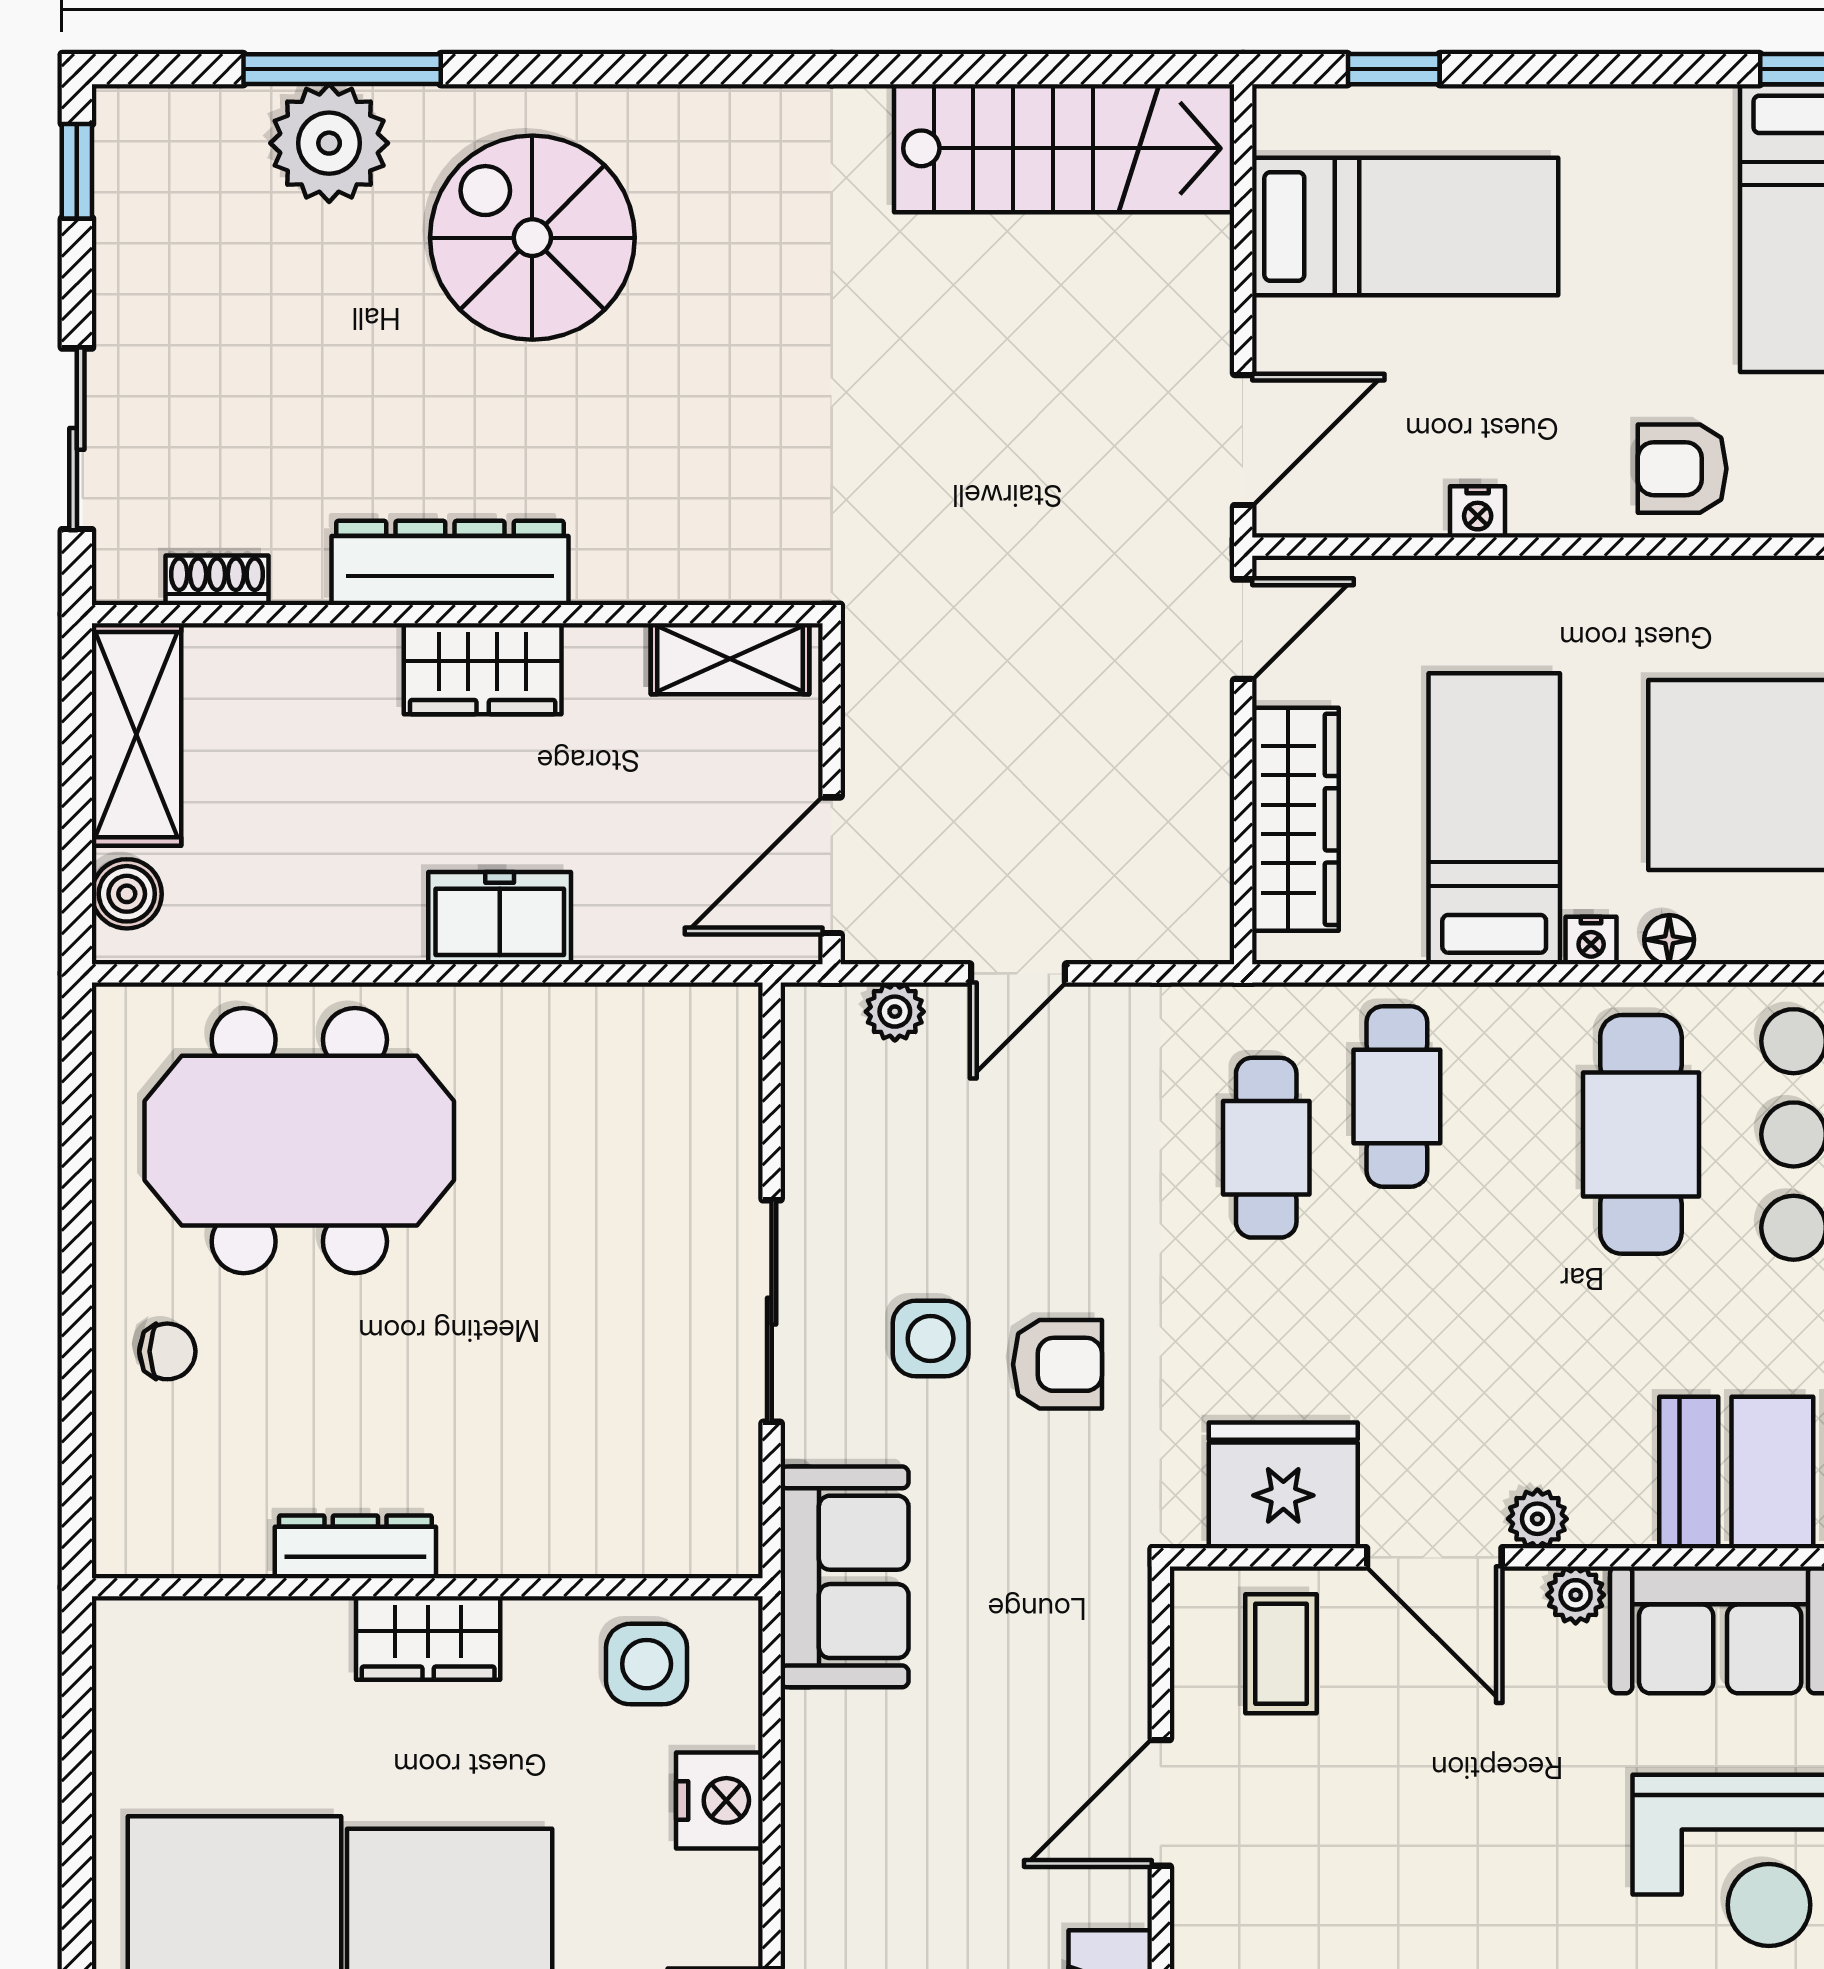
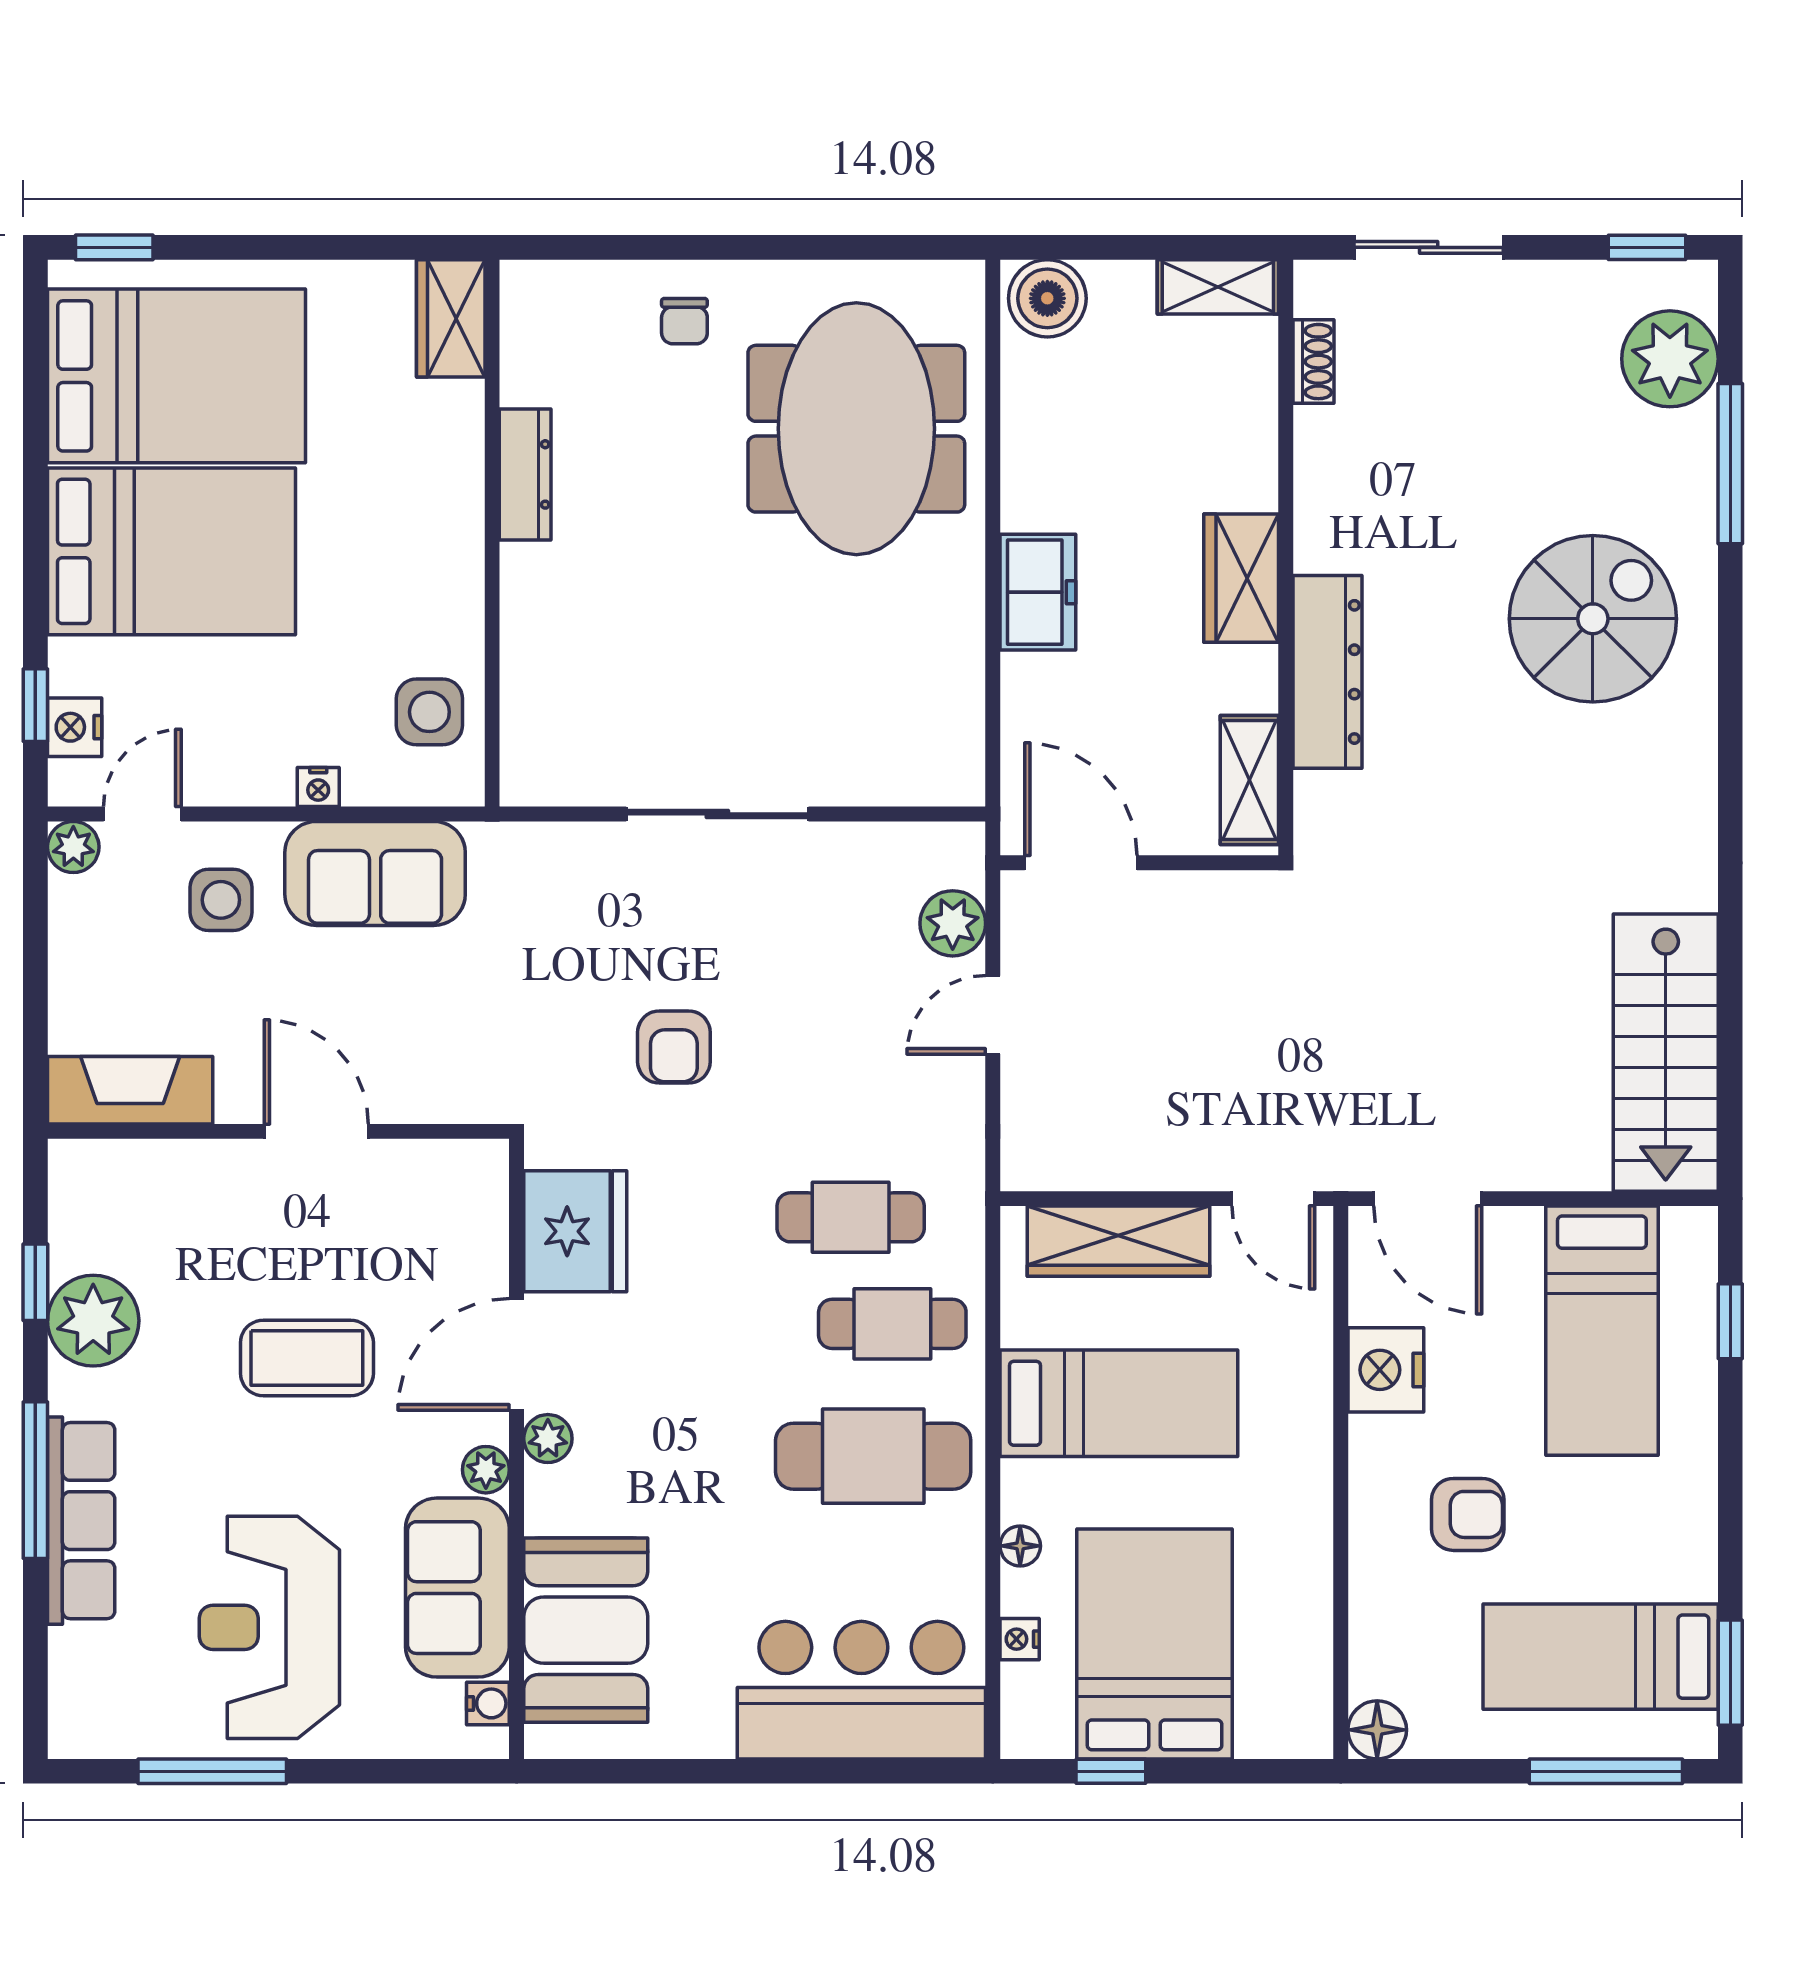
plant: (329, 143) -> (1670, 359), moved
armchair: (1682, 469) -> (1468, 1514), moved, turned 90
nightstand: (1478, 512) -> (1386, 1370), width x1.89, depth x1.79
dresser: (450, 563) -> (1328, 672), moved
shelving: (137, 735) -> (1218, 287), width x0.67, depth x0.75
boiler: (127, 894) -> (1047, 298), width x1.36, depth x1.36
nightstand: (1591, 941) -> (1020, 1639), moved
door: (1018, 973) -> (993, 1015), hinge flipped
plant: (895, 1012) -> (953, 923), width x1.38, depth x1.38
cafe table: (1641, 1134) -> (873, 1456), moved
side table: (931, 1339) -> (221, 900), moved
sofa: (845, 1577) -> (375, 873), moved
wardrobe: (428, 1638) -> (451, 318), moved
coffee table: (1281, 1654) -> (307, 1358), moved, width x1.36, depth x1.30
nightstand: (719, 1800) -> (318, 787), width x0.53, depth x0.56

